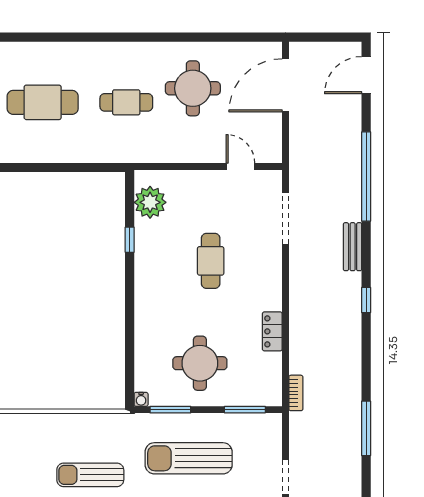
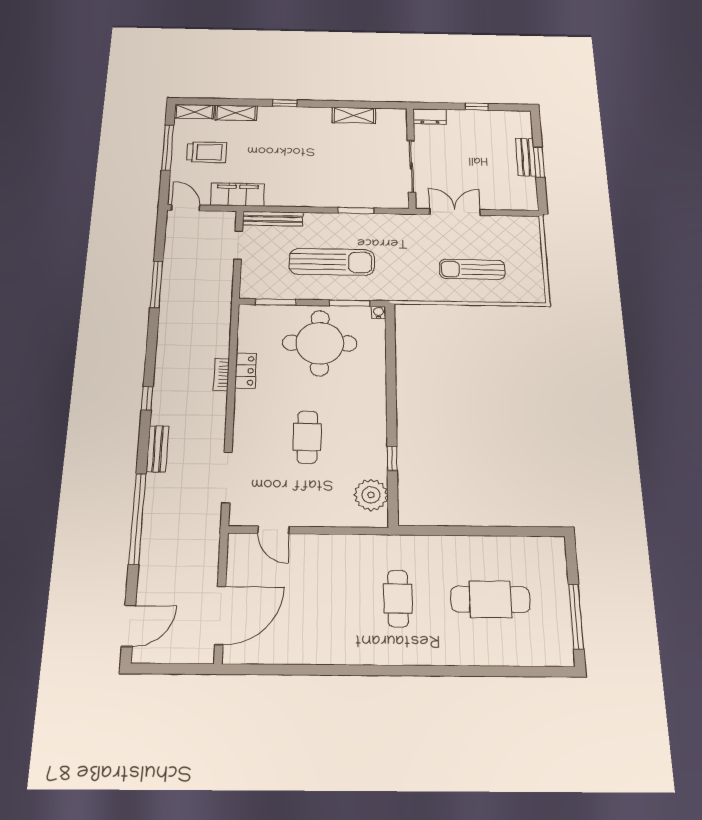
round table: (193, 88) -> (324, 613), removed
cafe table: (126, 102) -> (398, 598), turned 90
round table: (200, 363) -> (320, 343), width x1.36, depth x1.36
bookcase: (296, 393) -> (221, 374), moved
sun lounger: (90, 475) -> (472, 269), moved, turned 180

